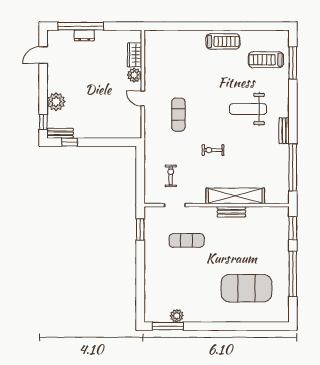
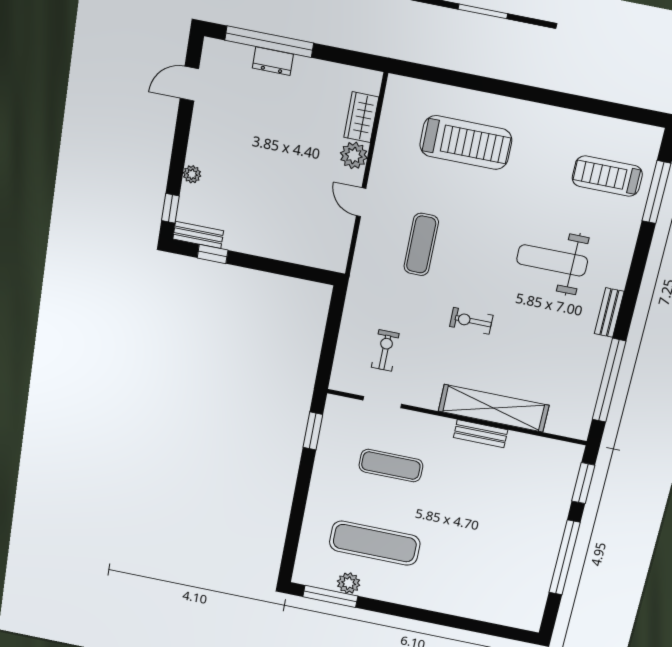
treadmill: (223, 41) -> (466, 143), moved, width x1.37, depth x1.38
plant: (56, 102) -> (192, 174), width x0.53, depth x0.53
exercise mat: (246, 288) -> (375, 543), moved, width x0.68

